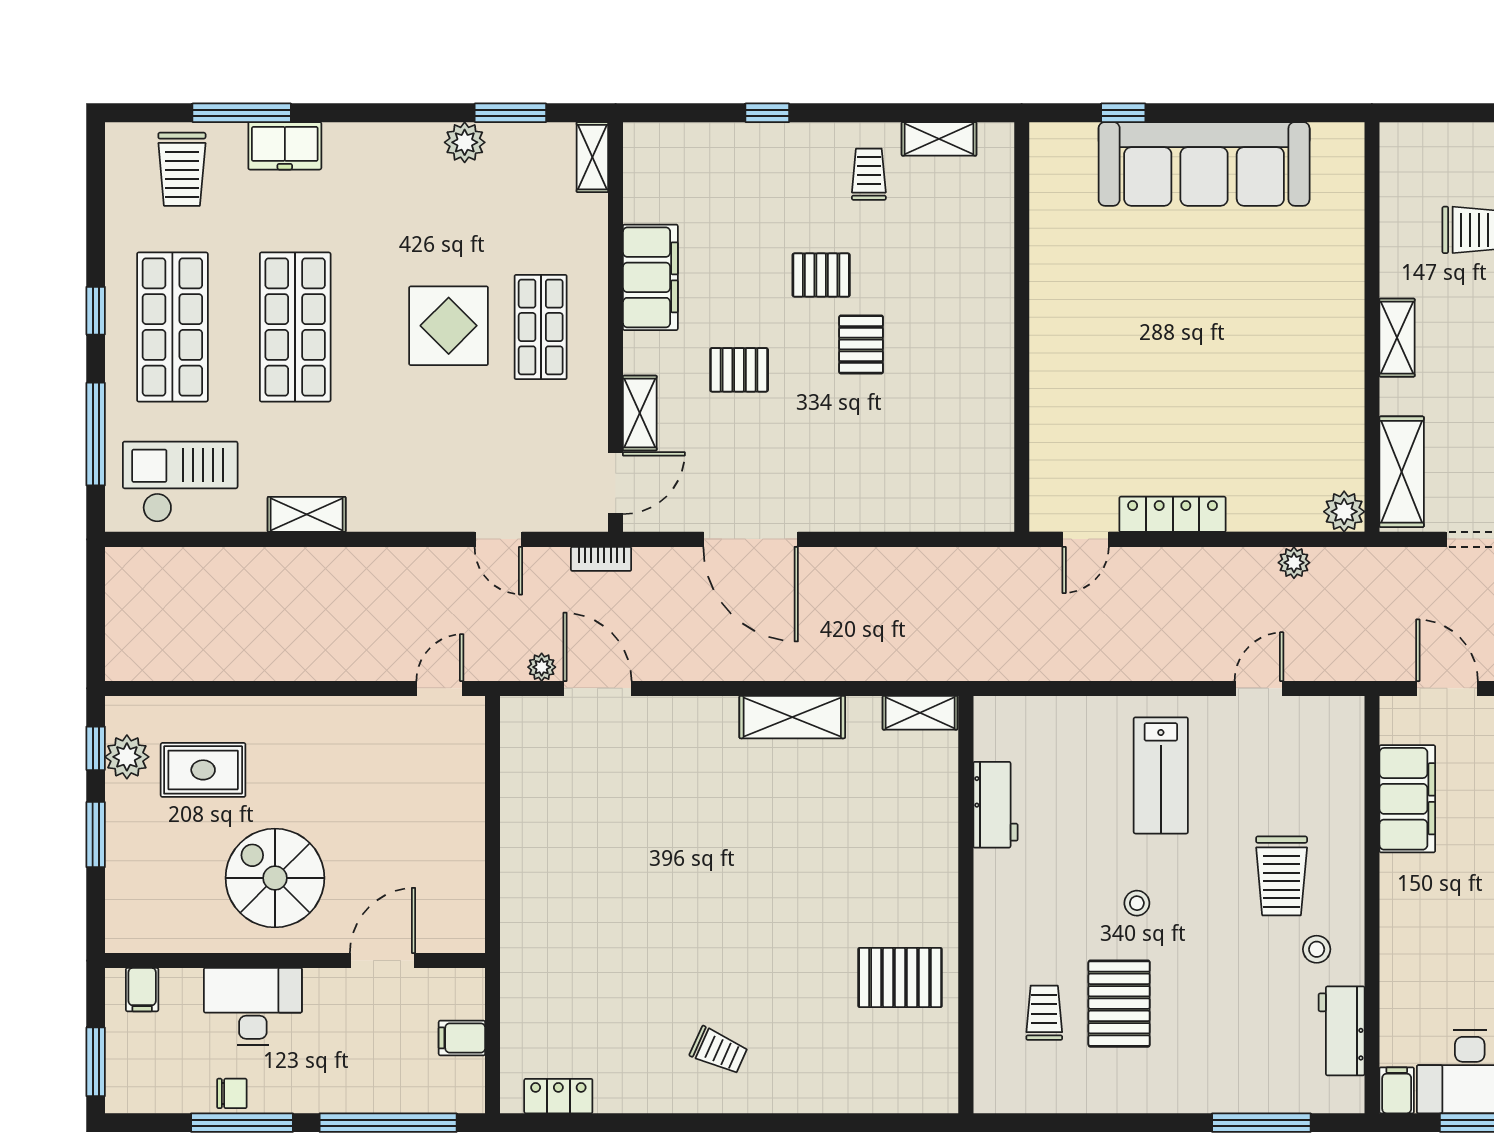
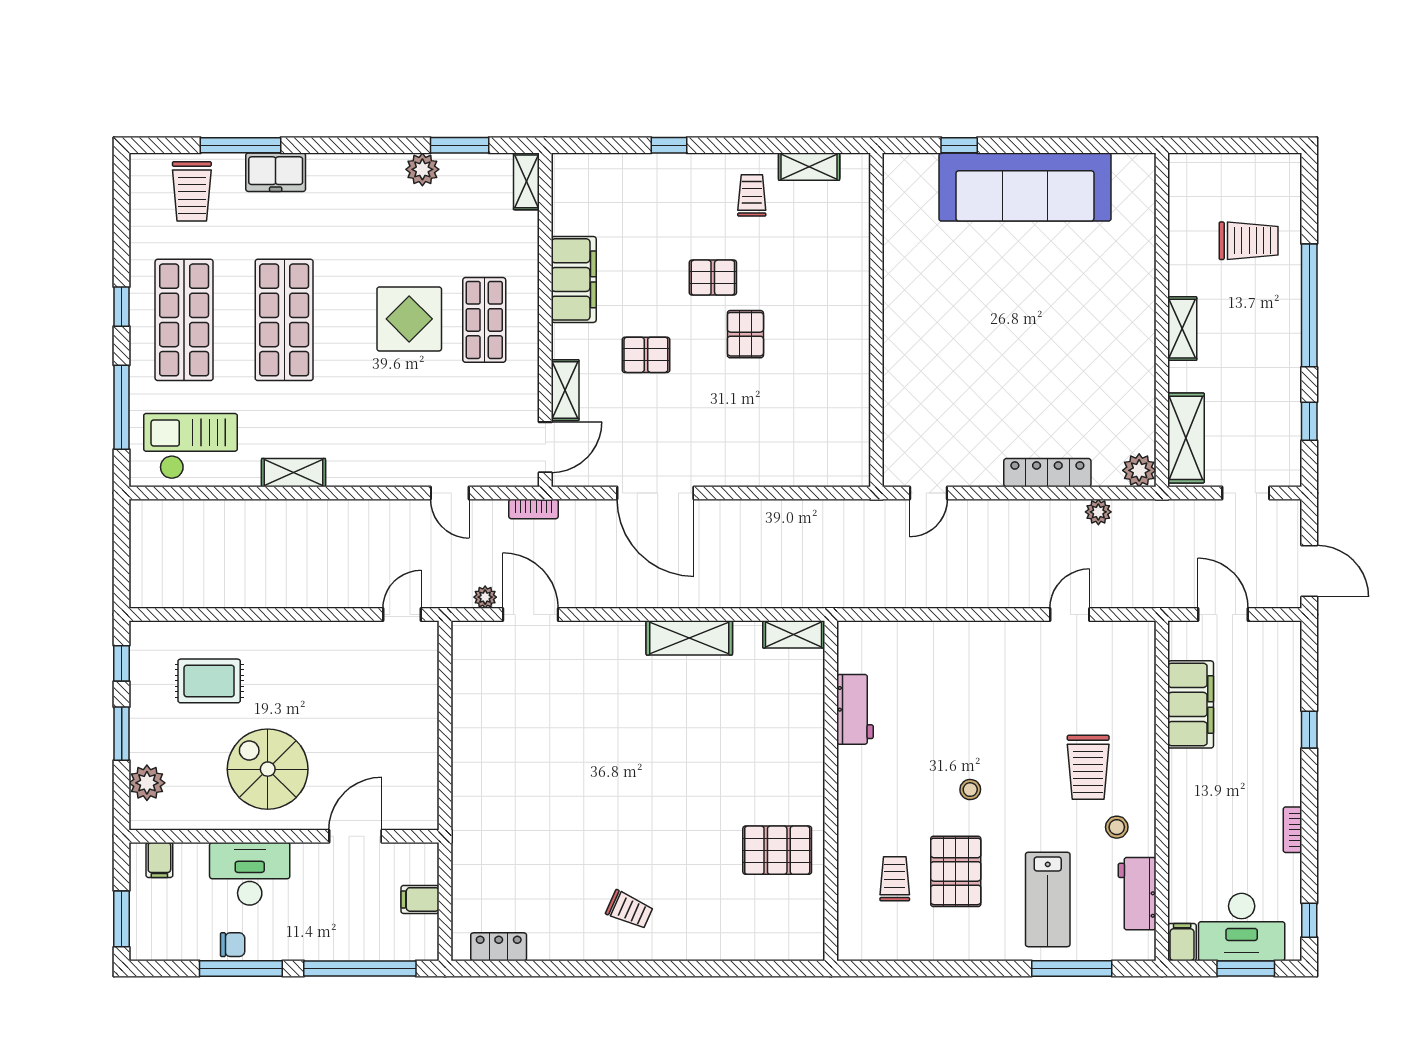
locker: (1173, 514) -> (1047, 473), moved
plant: (127, 757) -> (147, 783), moved
lab bench: (1161, 775) -> (1048, 899), moved

